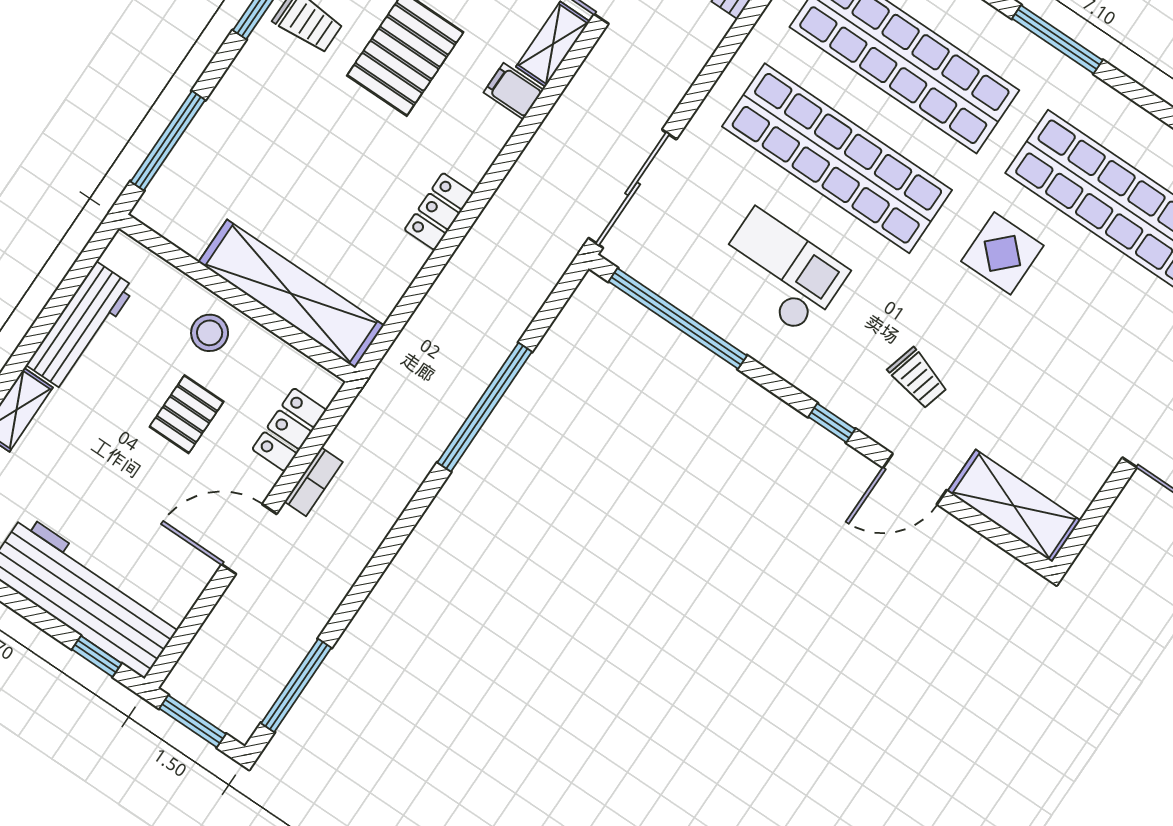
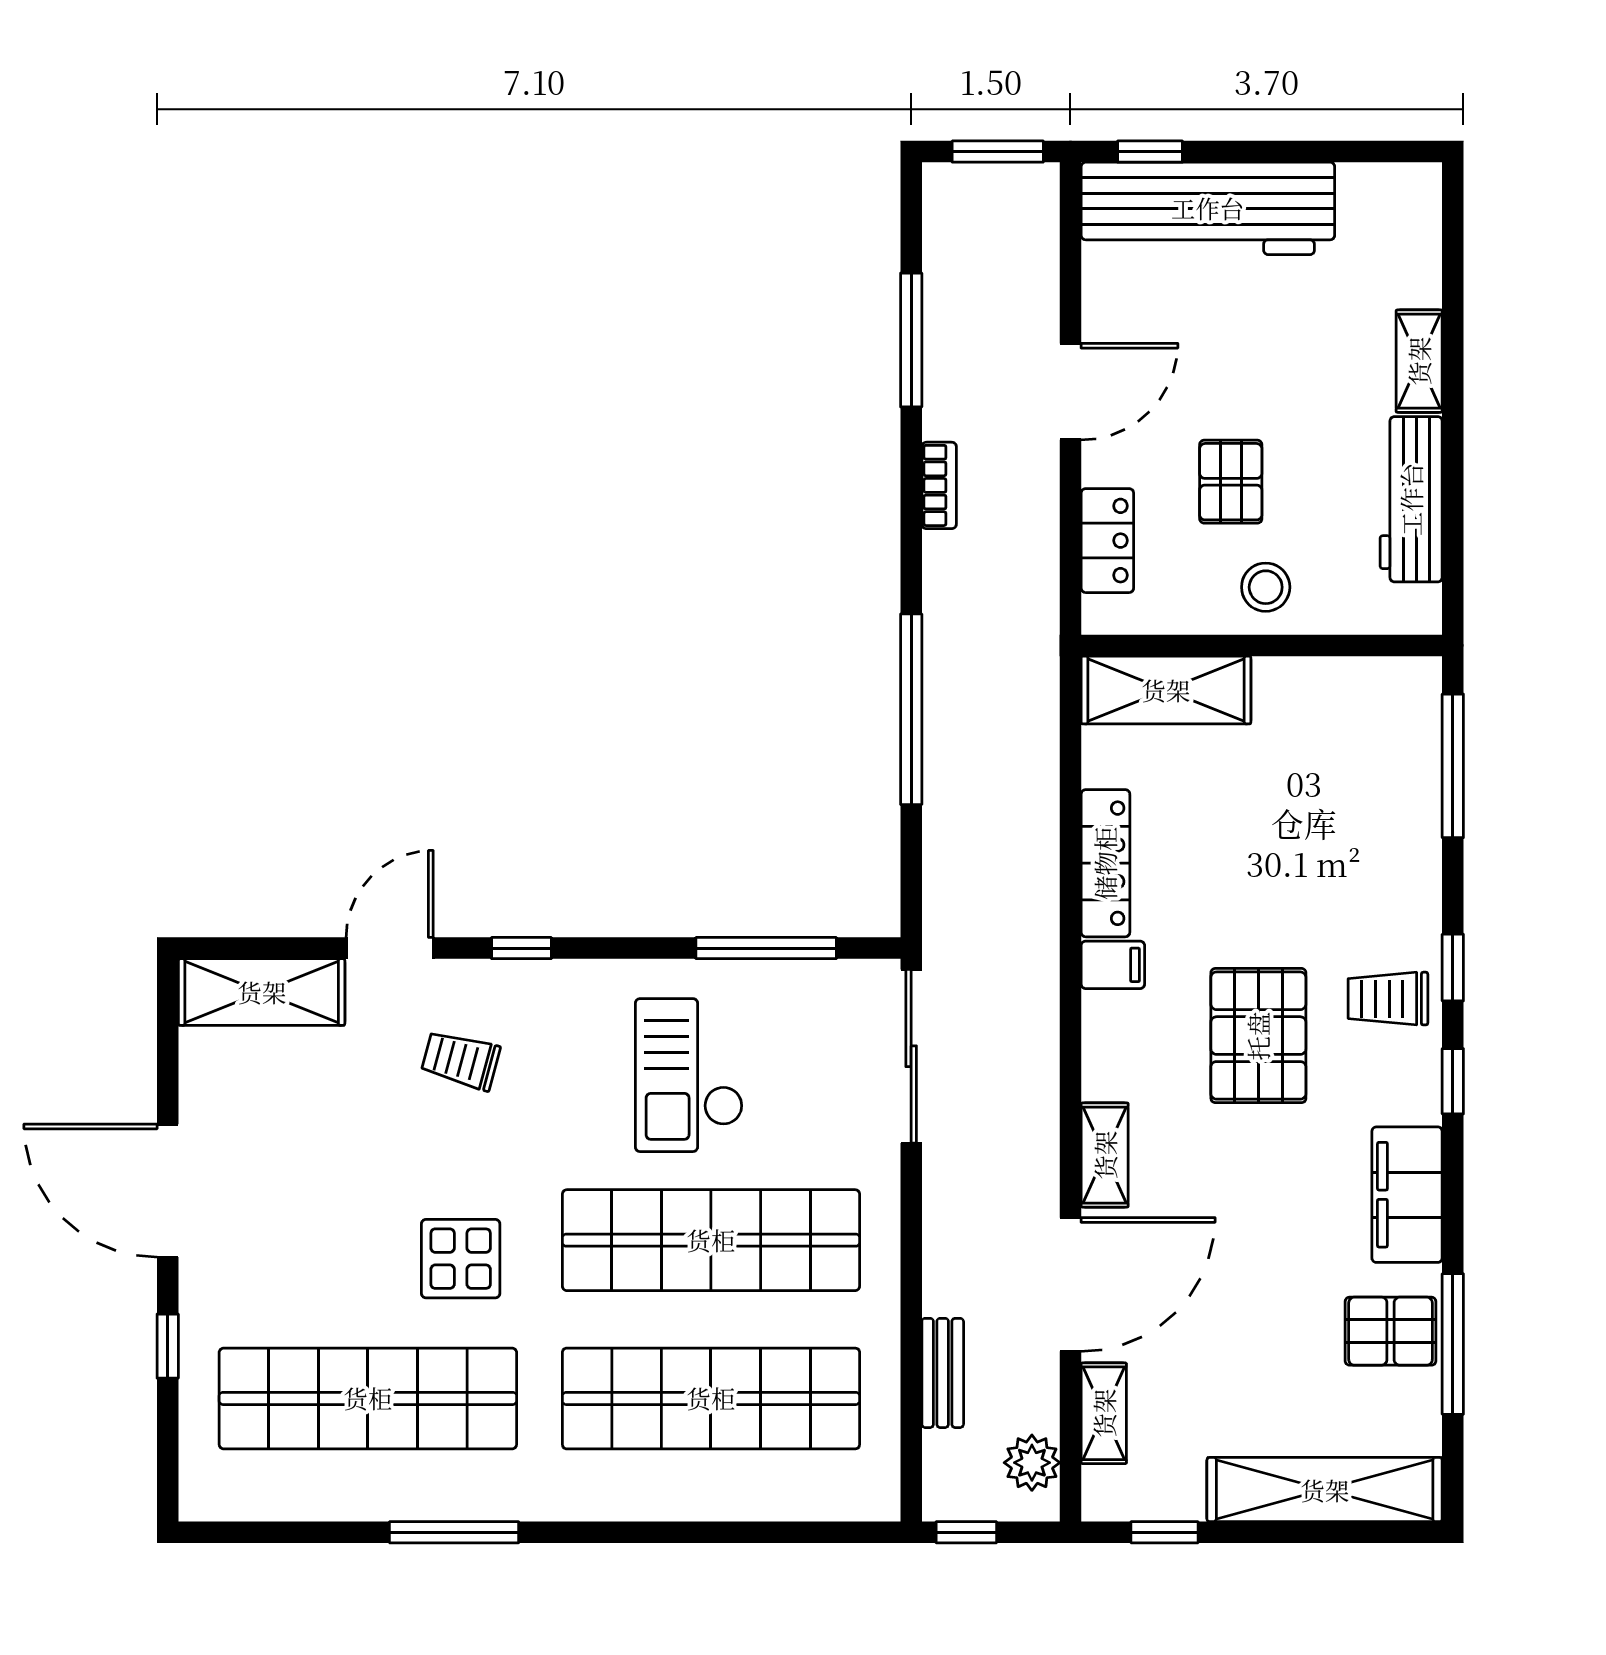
window: (1057, 39) -> (454, 1532), moved
filing cabinet: (514, 91) -> (1113, 965), moved
locker: (439, 211) -> (1105, 863), width x1.53
checkout: (780, 272) -> (689, 1075), turned 90
shelving: (291, 294) -> (1166, 690), width x0.68
window: (678, 319) -> (766, 948), width x0.68
bookcase: (314, 482) -> (939, 485), moved, turned 180
window: (296, 685) -> (911, 340), moved

